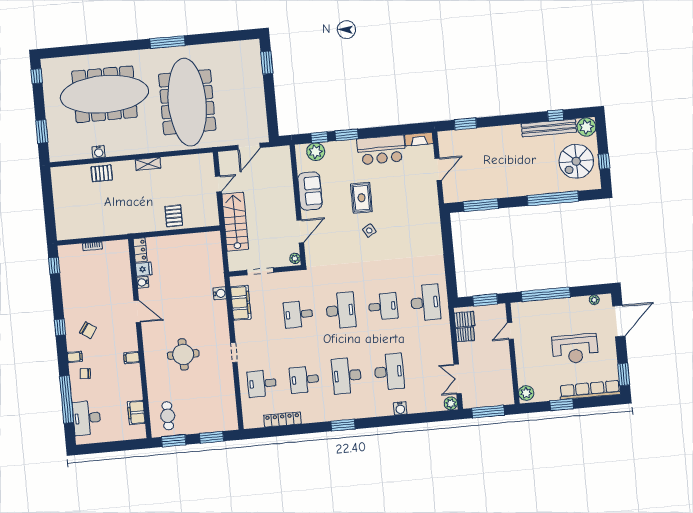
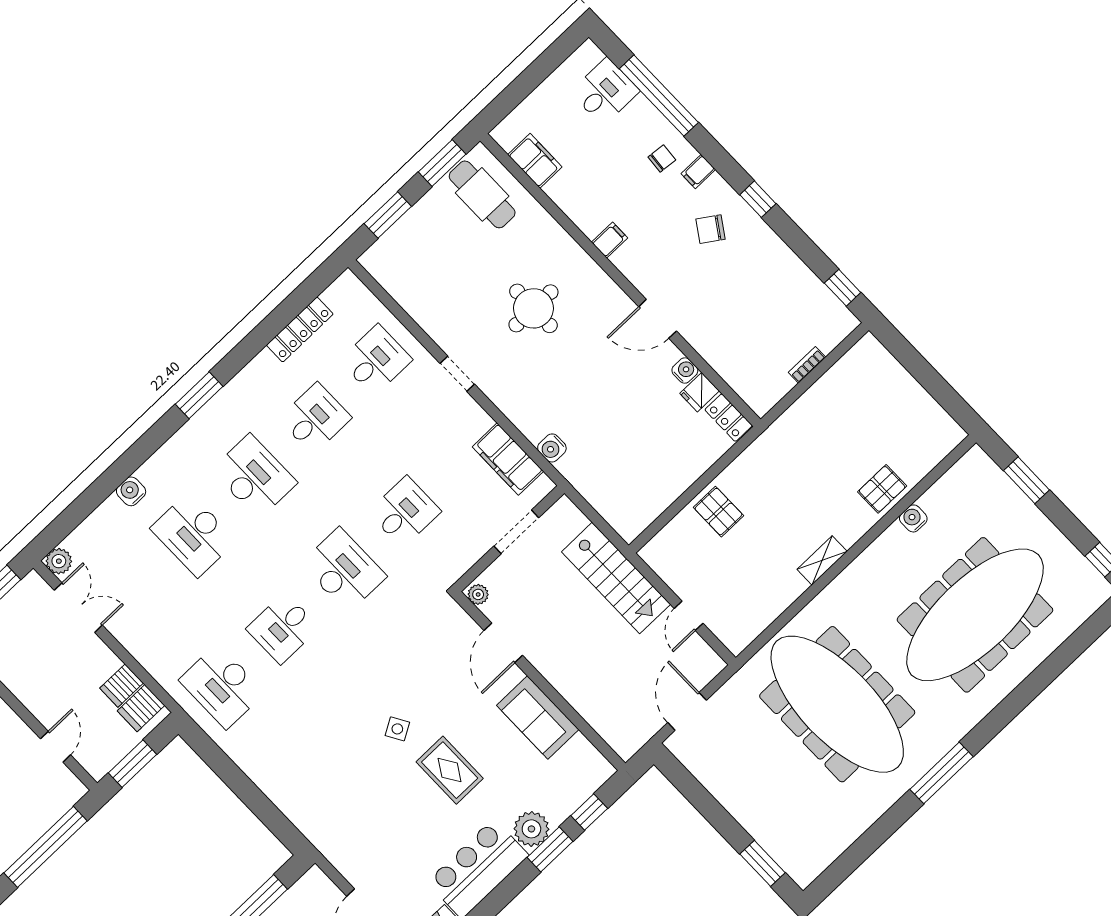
plant: (316, 152) -> (531, 829), moved
desk: (341, 310) -> (344, 570), turned 180
cafe table: (168, 416) -> (482, 194), width x1.37, depth x1.35
desk: (87, 418) -> (605, 92), width x0.73

